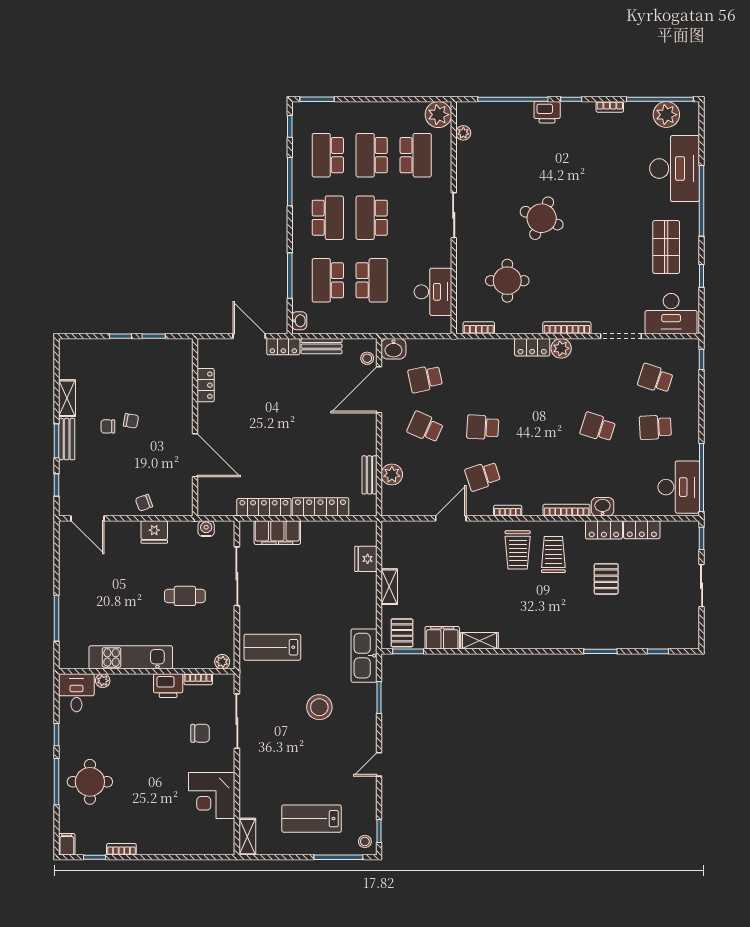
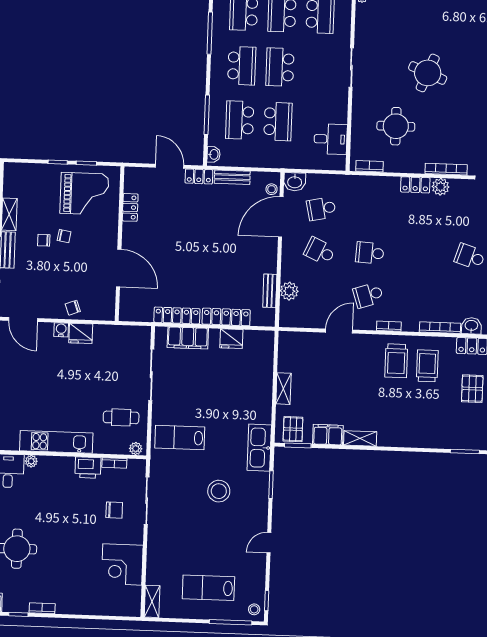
desk: (433, 292) -> (331, 139), width x0.73
grand piano: (153, 371) -> (84, 194), added
water cooler: (206, 529) -> (61, 330), moved
fridge: (366, 559) -> (231, 339), moved, turned -90
cafe table: (185, 596) -> (121, 417), moved

